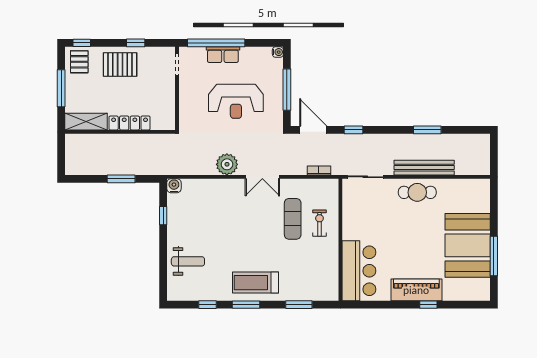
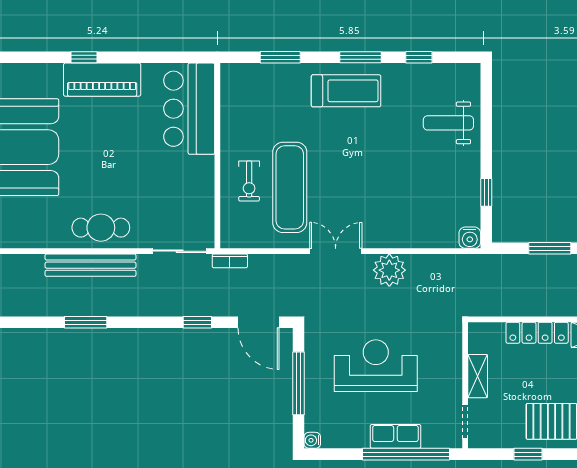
shelving: (169, 94) -> (478, 376), added
bookcase: (319, 170) -> (230, 261), moved
exercise mat: (293, 219) -> (290, 187), width x1.36, depth x1.45

